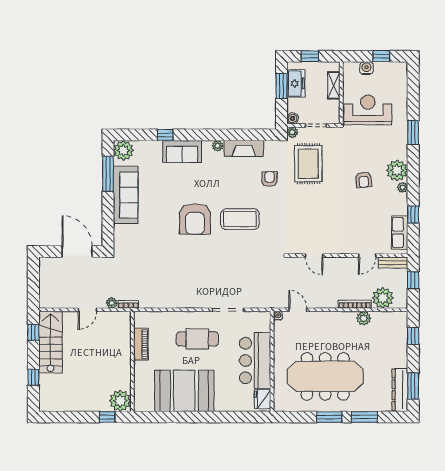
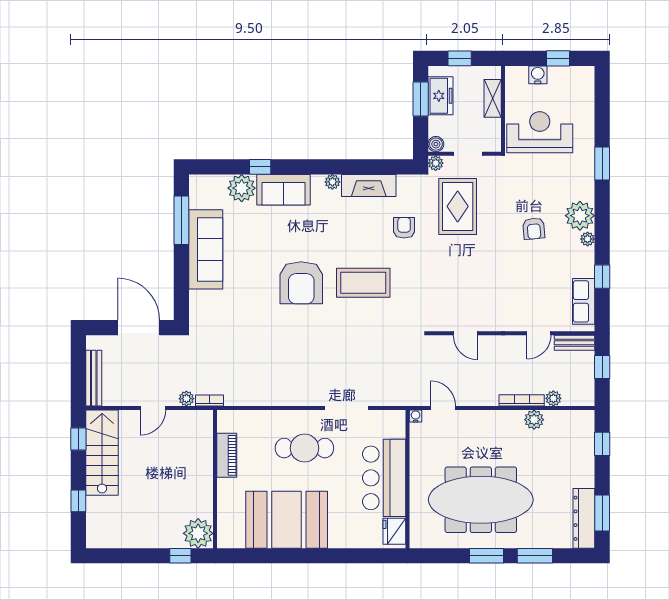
plant: (123, 150) -> (242, 188), moved
bench: (44, 288) -> (94, 378), added
plant: (383, 298) -> (553, 398), width x0.53, depth x0.53

